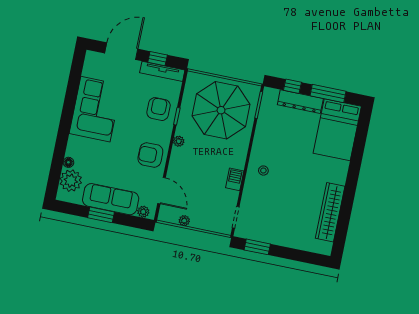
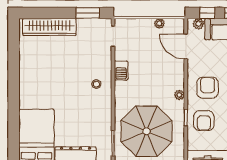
armchair: (150, 155) -> (208, 88), moved, turned -90
wardrobe: (330, 212) -> (49, 27), moved, turned 90
window: (132, 221) -> (207, 13), added

